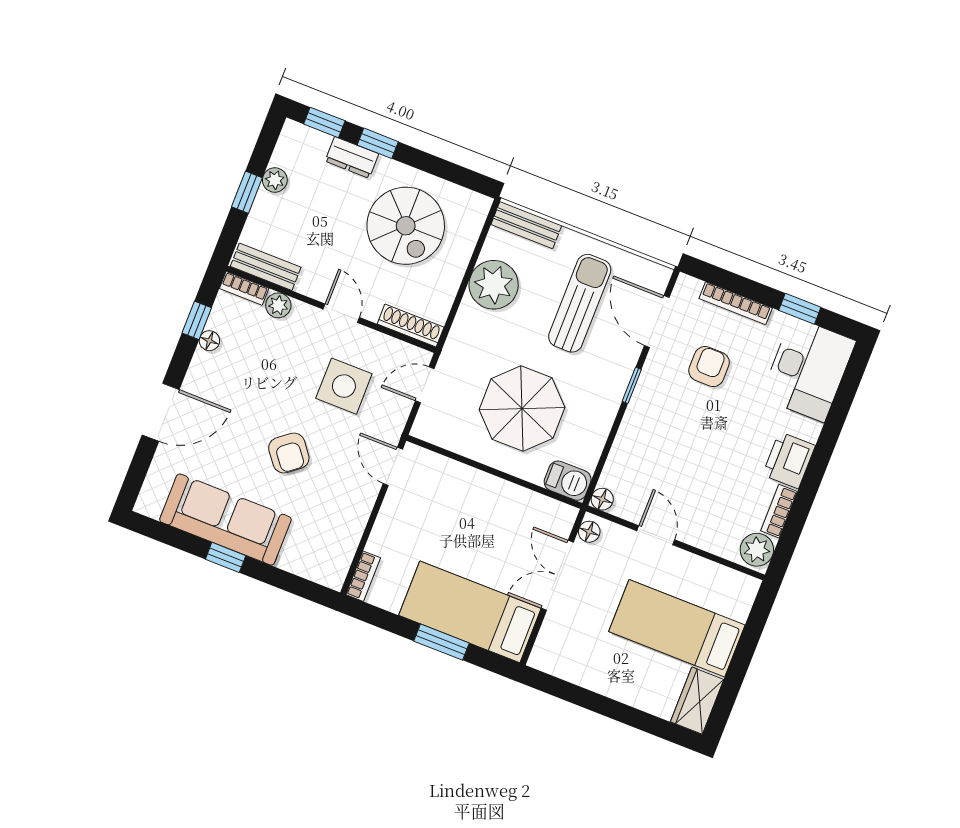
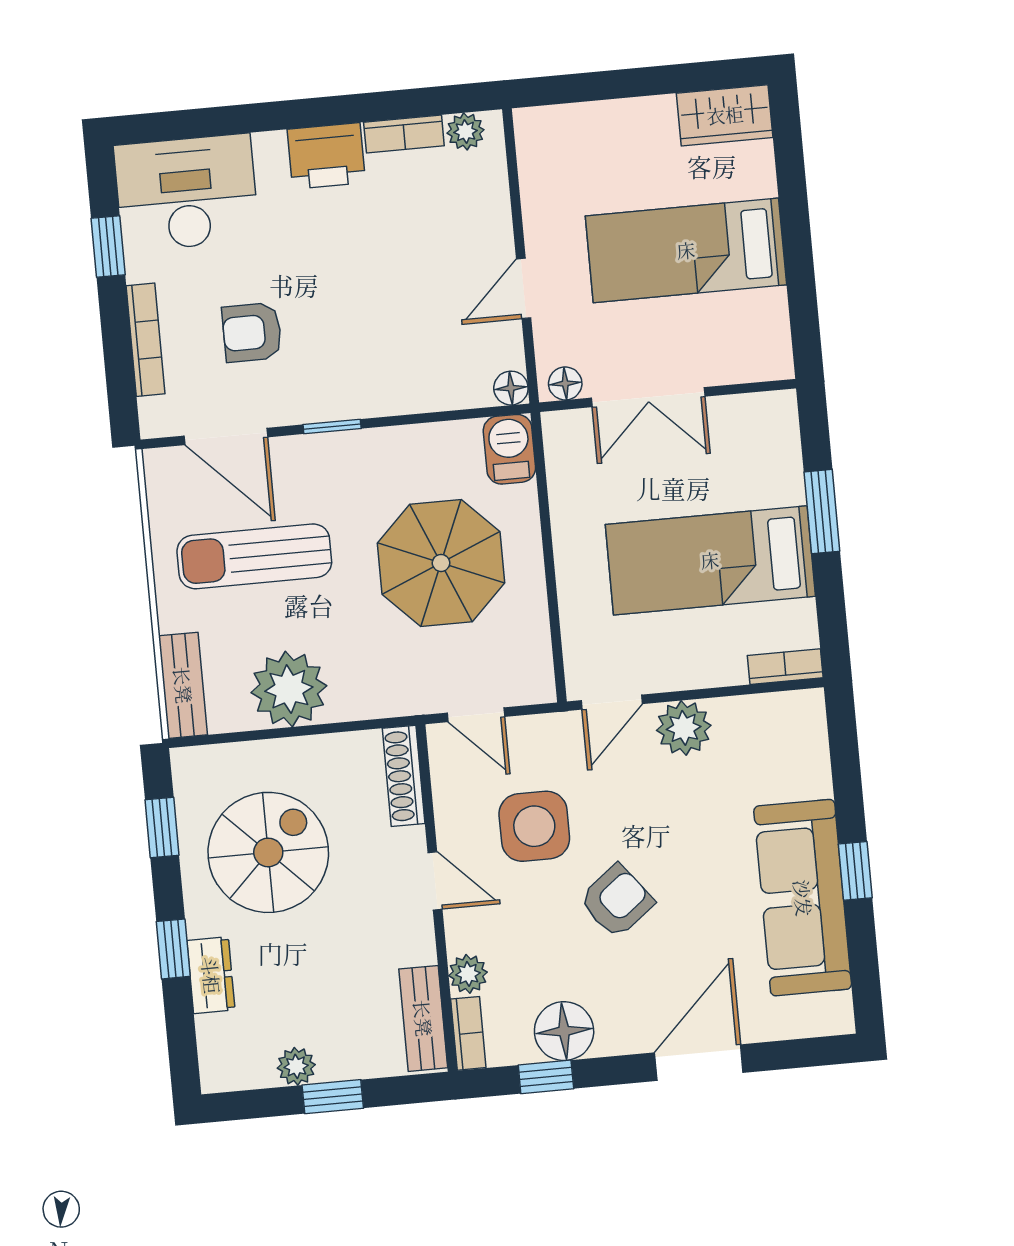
window: (324, 122) -> (162, 827), moved
door: (341, 313) -> (435, 881), swing flipped
door: (657, 322) -> (226, 436), hinge flipped
floor lamp: (209, 341) -> (564, 1031), width x1.89, depth x1.89
door: (161, 412) -> (699, 1063), hinge flipped
armchair: (289, 453) -> (617, 901), moved
plant: (357, 500) -> (684, 728), added
plant: (757, 550) -> (465, 131), width x0.73, depth x0.73
bed: (470, 612) -> (710, 560), moved, turned 90
bed: (677, 628) -> (686, 250), moved, turned 90

